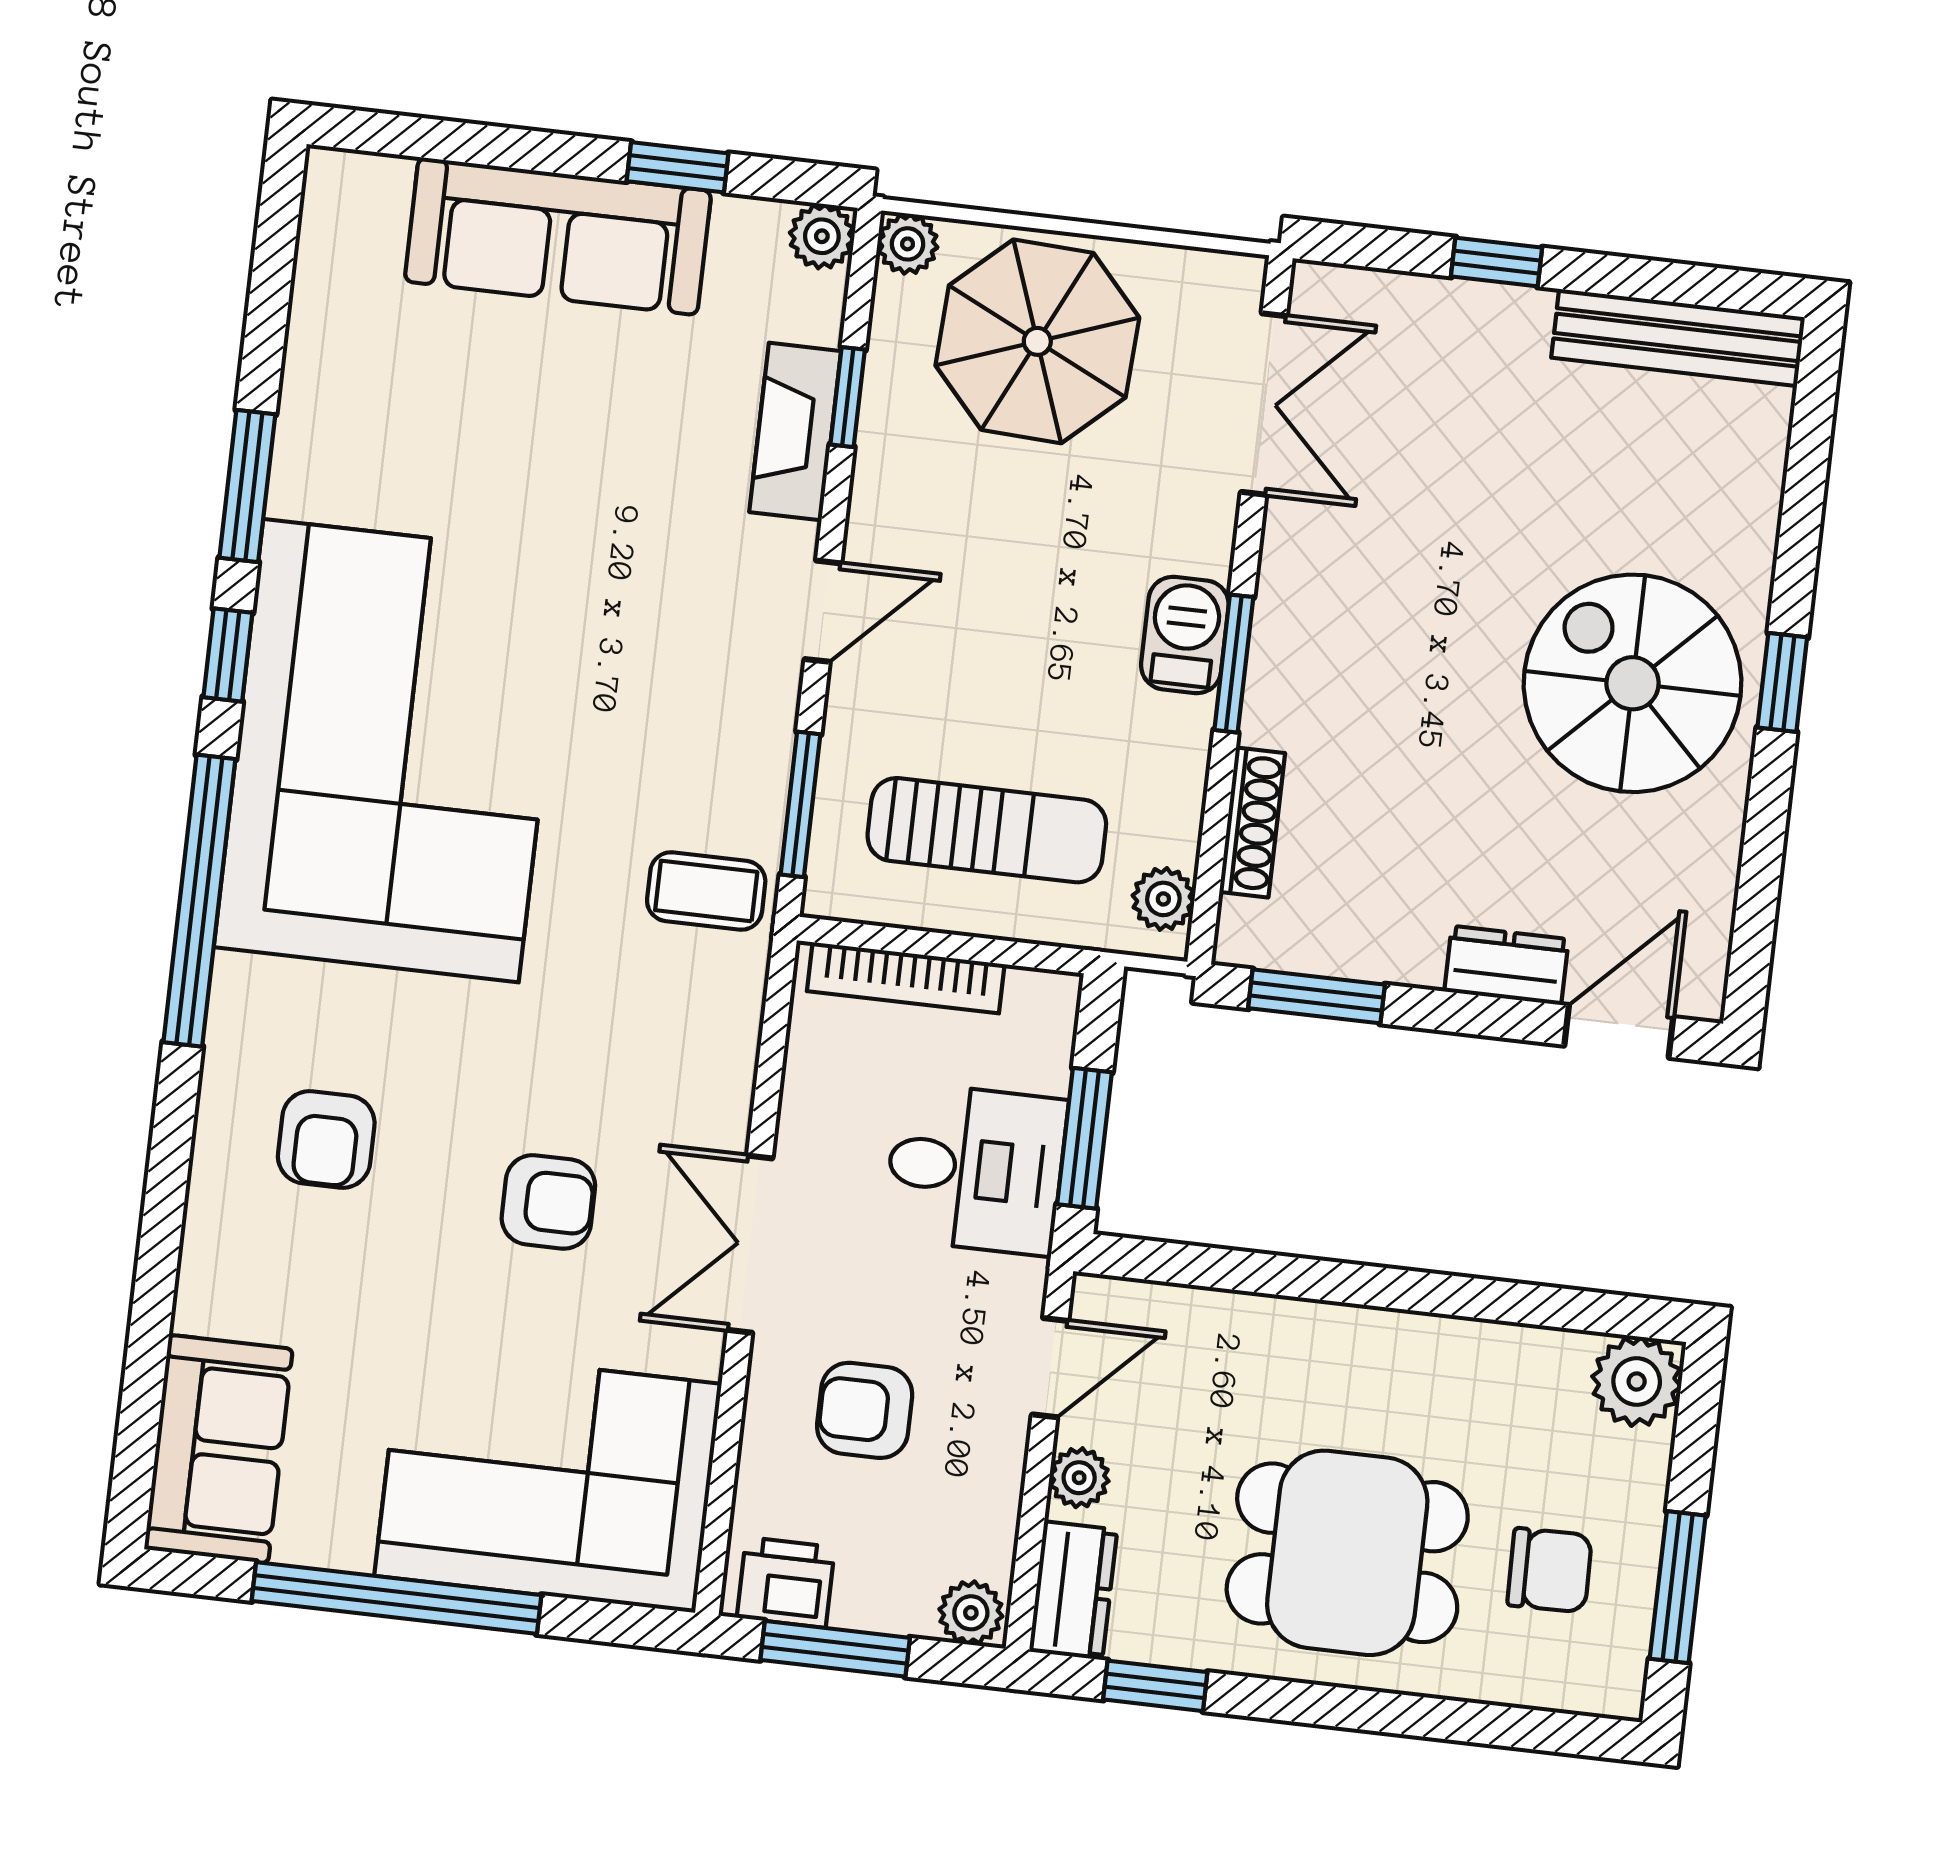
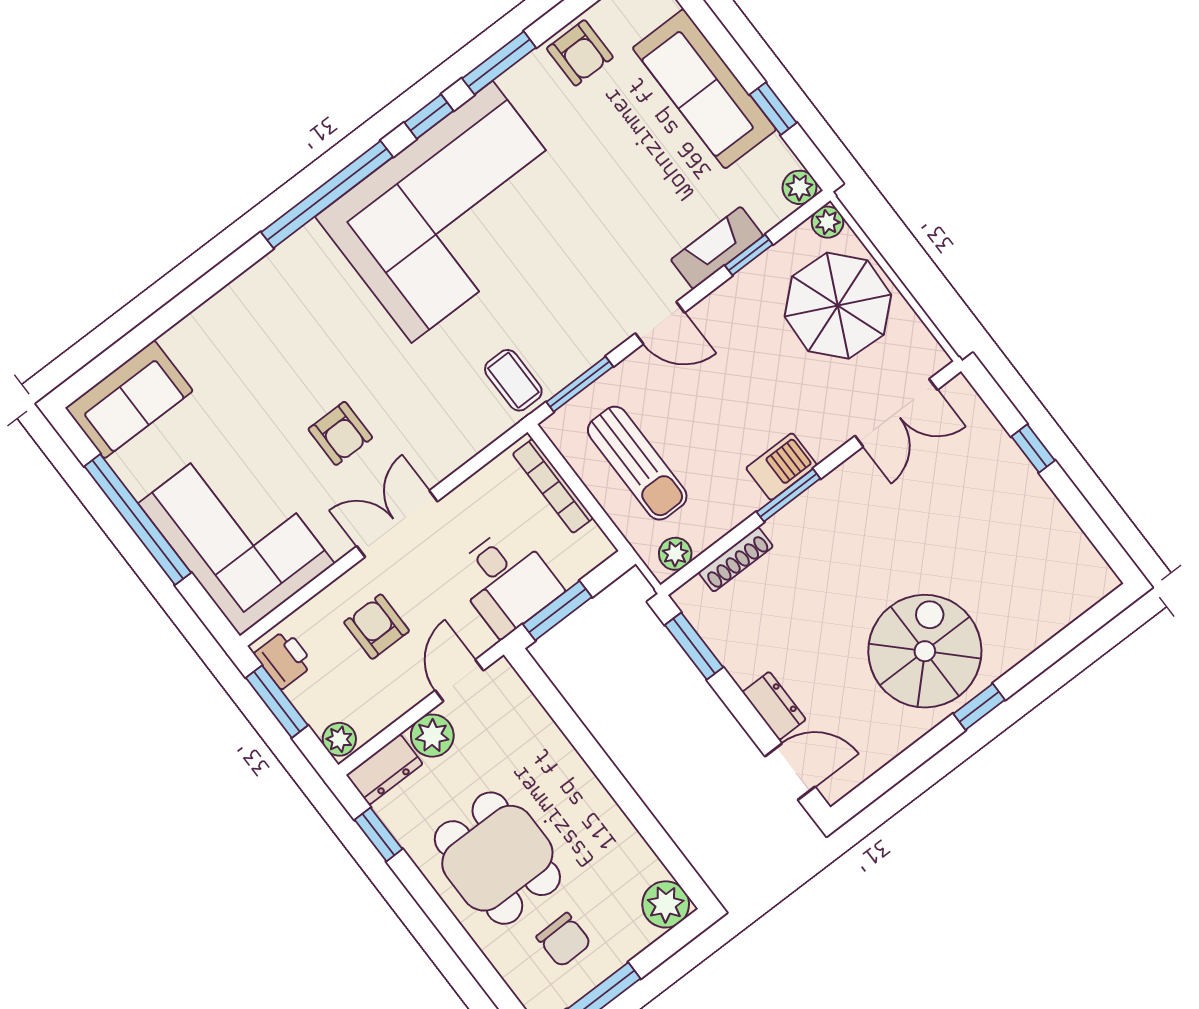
bench: (1678, 338) -> (1070, 544), removed
armchair: (326, 1140) -> (580, 53), moved, turned -90
door: (1050, 1368) -> (459, 680), swing flipped
plant: (1079, 1478) -> (432, 736), width x1.38, depth x1.38

